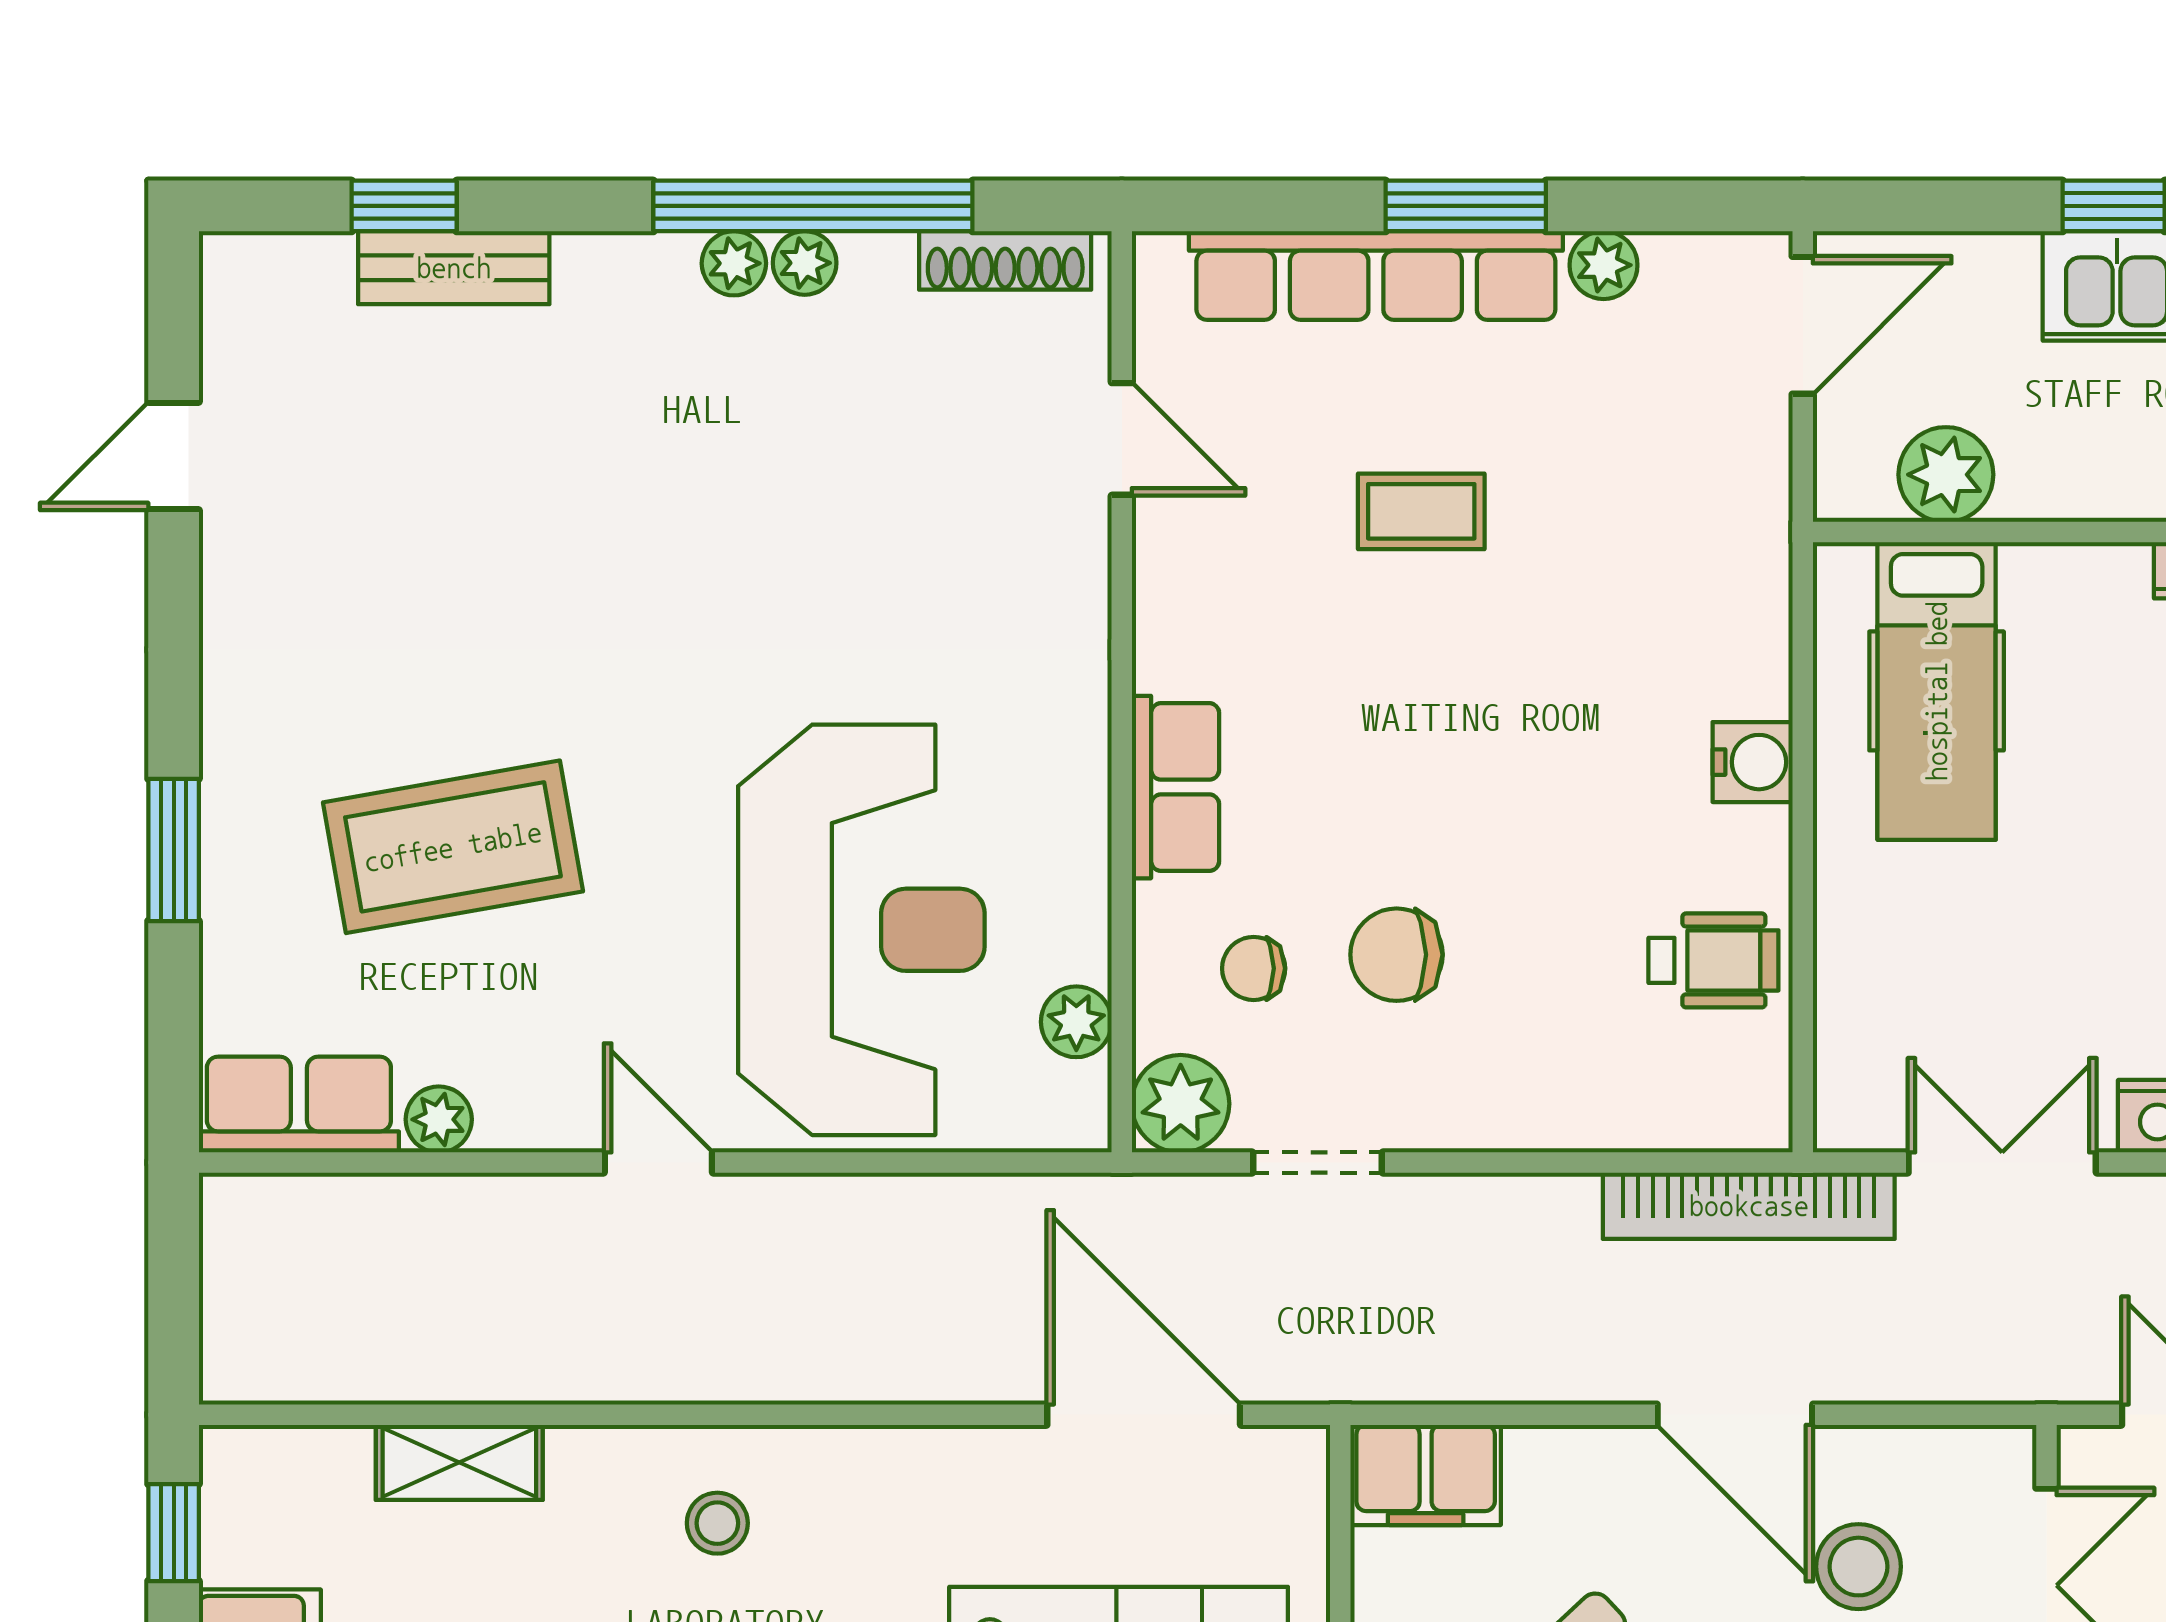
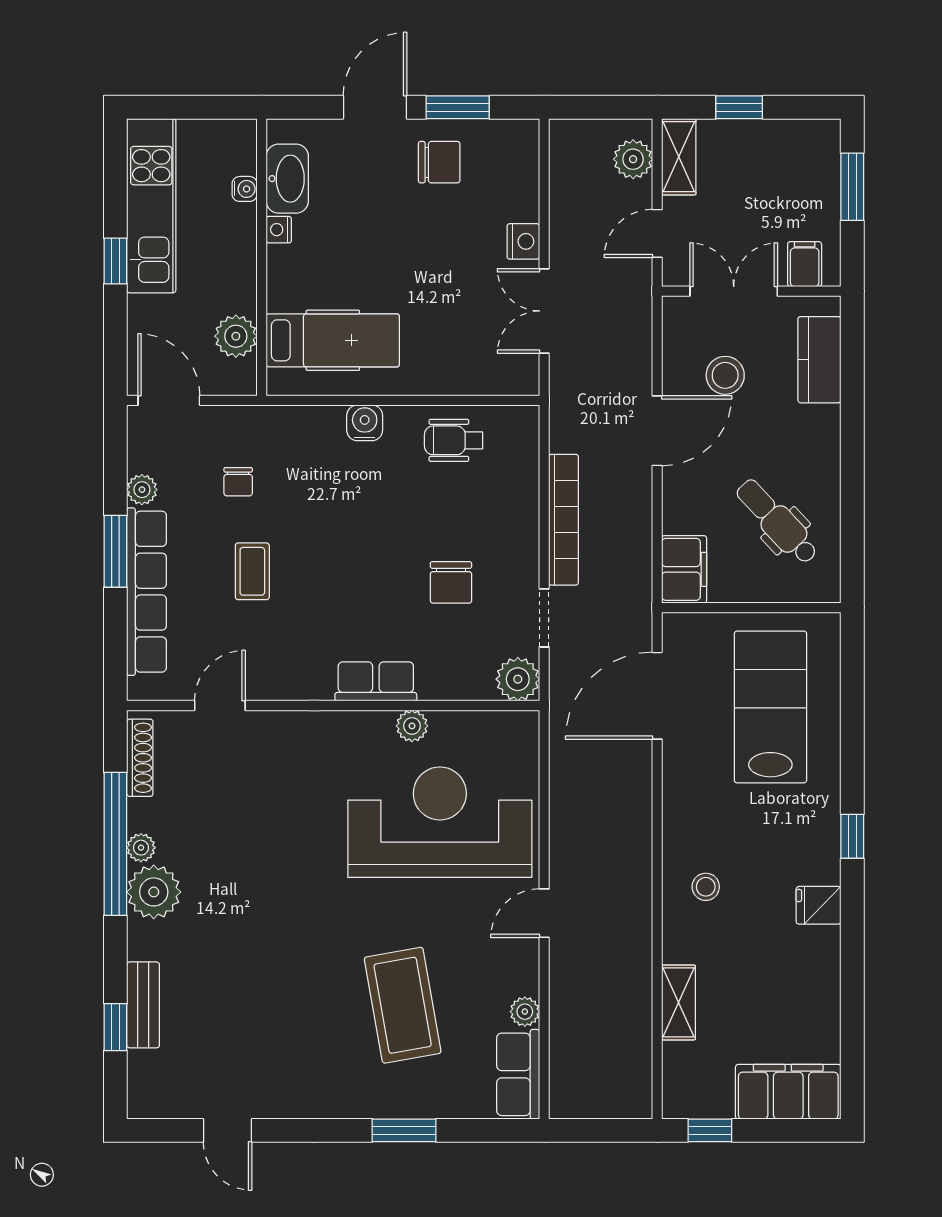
plant: (734, 263) -> (154, 892), width x1.88, depth x1.88
wheelchair: (1713, 960) -> (454, 440), turned -90
chair: (1254, 968) -> (238, 482), moved
plant: (1076, 1022) -> (412, 726), moved
bookcase: (1749, 1206) -> (563, 520), moved

